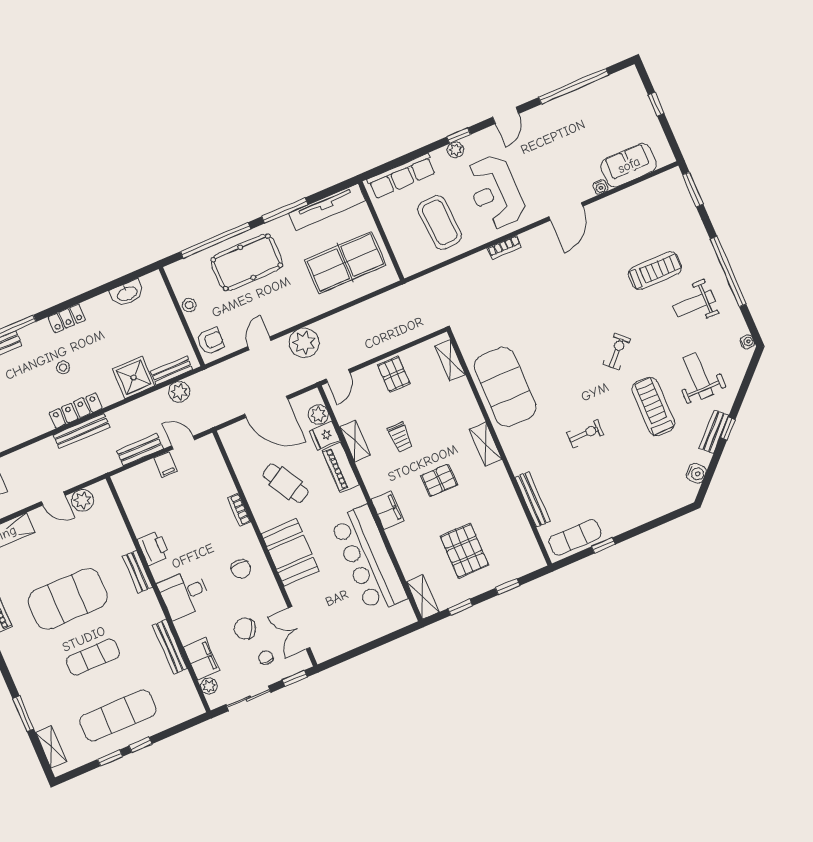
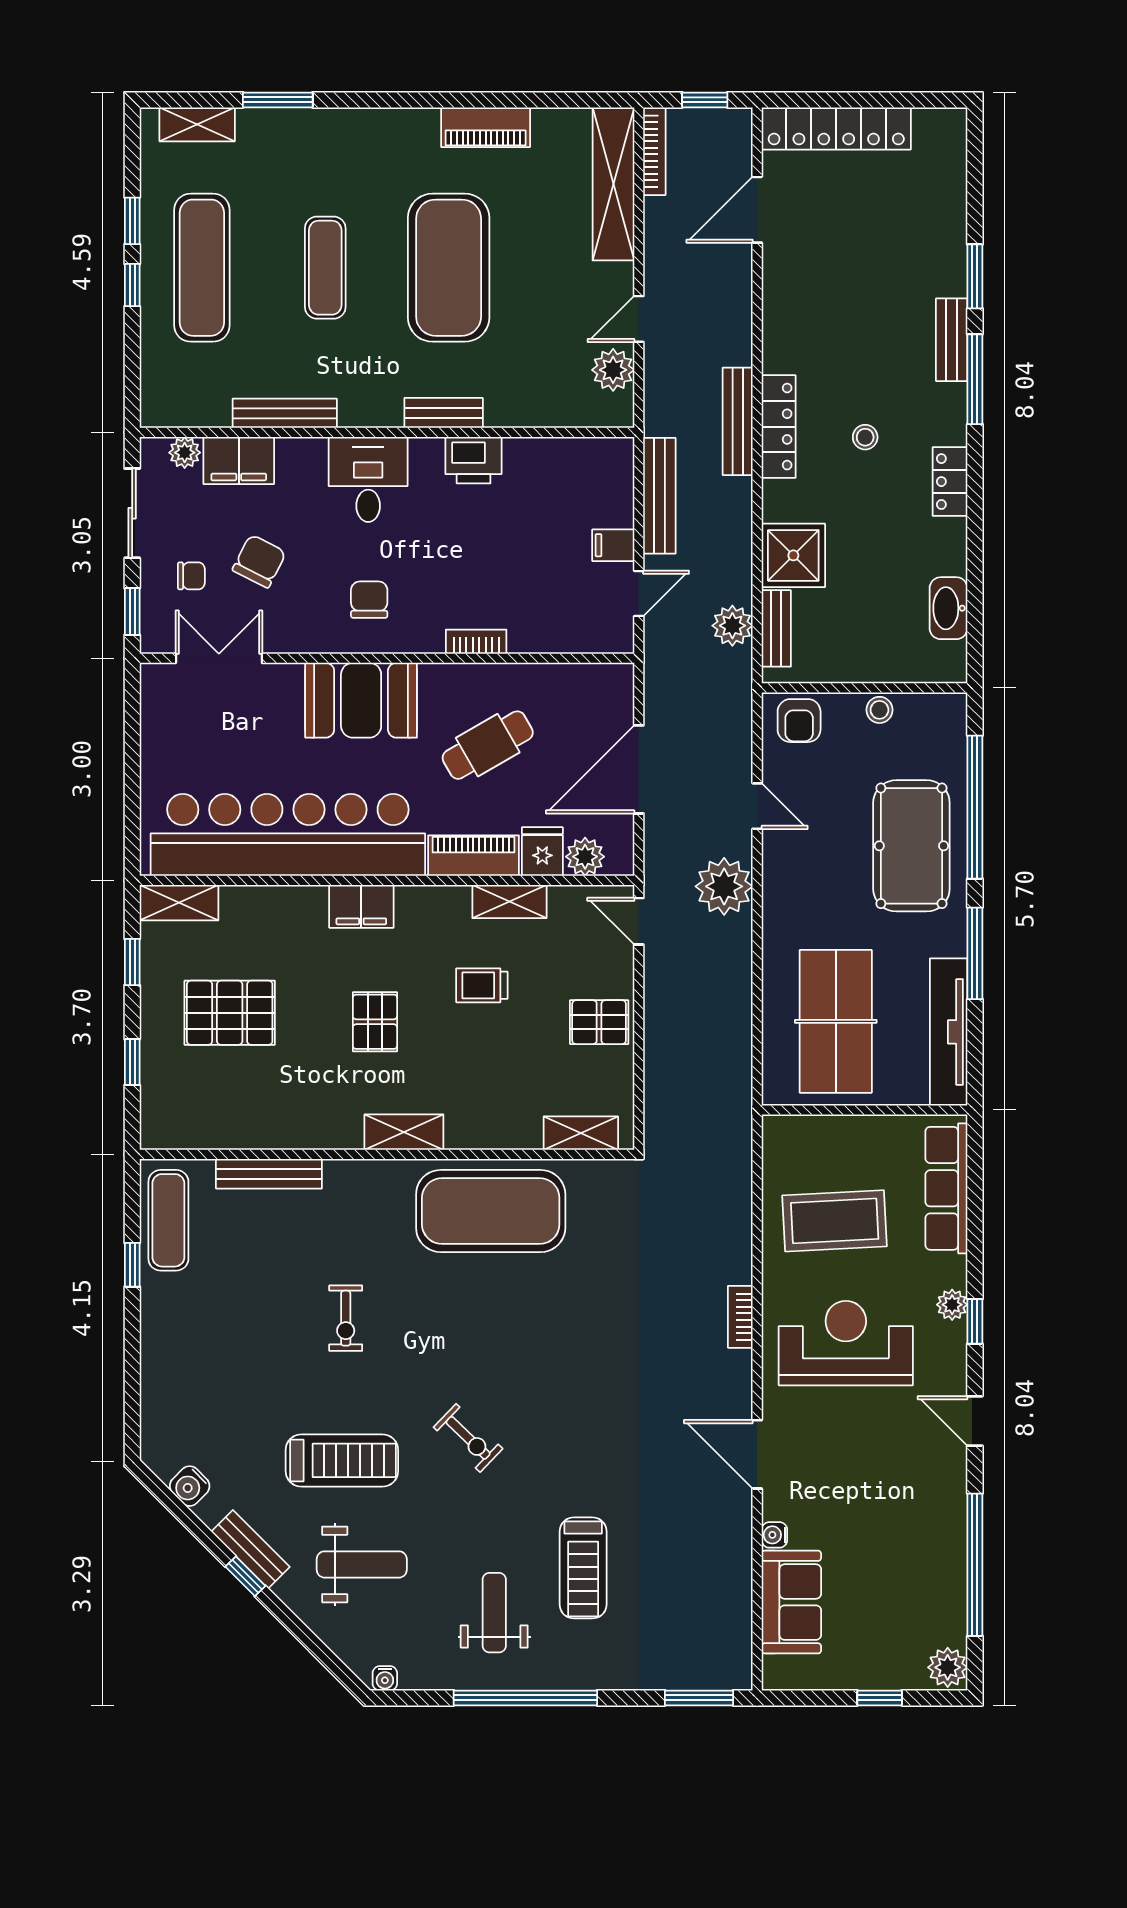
plant: (628, 78) -> (948, 1667), added
bench: (140, 450) -> (659, 496), width x1.36
bar counter: (369, 559) -> (288, 835), width x1.36
chair: (241, 569) -> (369, 600), turned 90

